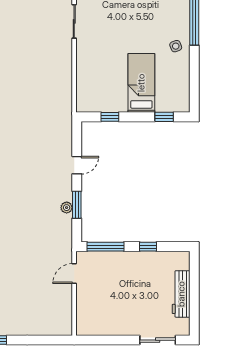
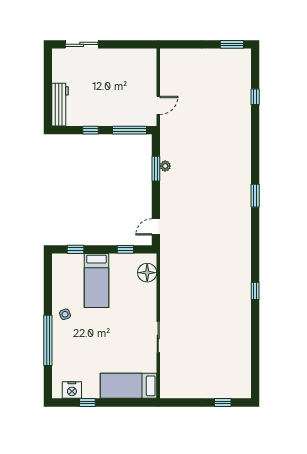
floor lamp: (86, 91) -> (147, 273), added
door: (77, 165) -> (156, 227), moved
workbench: (181, 294) -> (60, 105), moved

